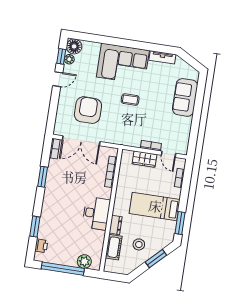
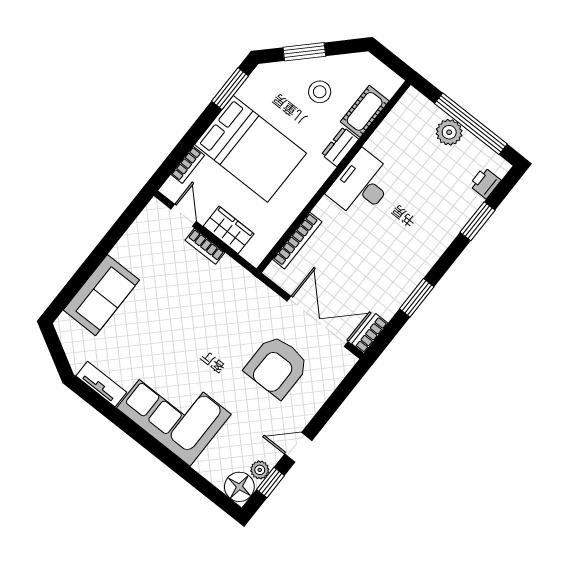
coffee table: (130, 100) -> (196, 344), removed
bed: (155, 206) -> (250, 149), width x1.50
plant: (84, 261) -> (449, 132), moved

